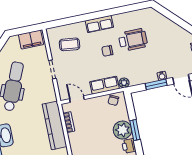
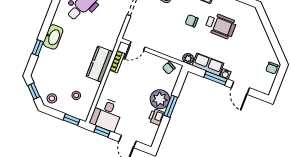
row of seats: (104, 85) -> (208, 64), moved
door: (77, 99) -> (137, 46), swing flipped
kitchen counter: (54, 125) -> (100, 64), width x0.67

